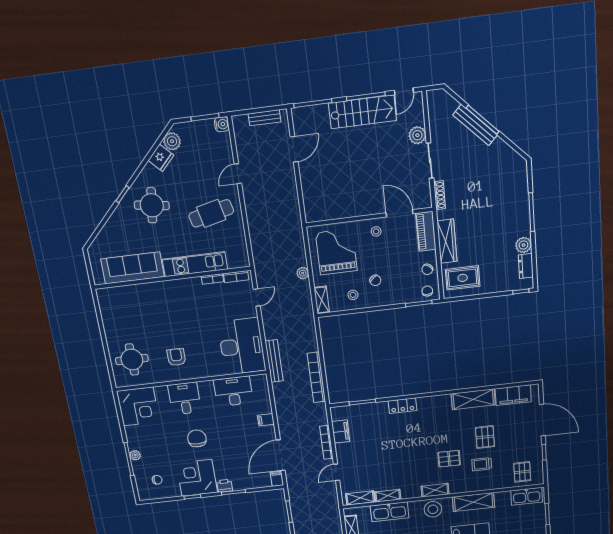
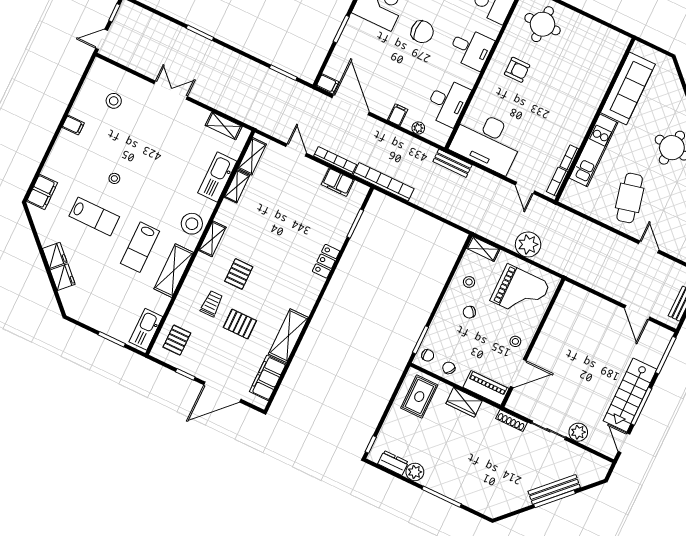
wardrobe: (447, 241) -> (464, 402), width x0.67
plant: (303, 273) -> (528, 244), width x1.88, depth x1.88
bench: (274, 361) -> (452, 163), width x0.73
bookcase: (316, 377) -> (384, 182), moved
plant: (265, 400) -> (418, 128), added
pallet: (522, 472) -> (177, 340), turned 90
printer: (225, 486) -> (354, 25), removed

